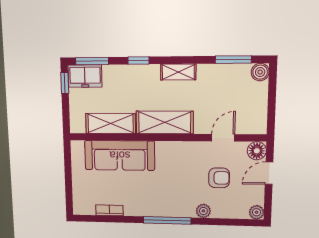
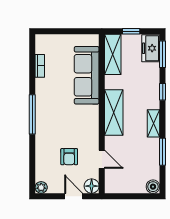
window: (233, 60) -> (163, 152), moved
window: (65, 83) -> (131, 31), moved
shelving: (110, 123) -> (113, 54), moved
plant: (203, 211) -> (41, 144), removed

